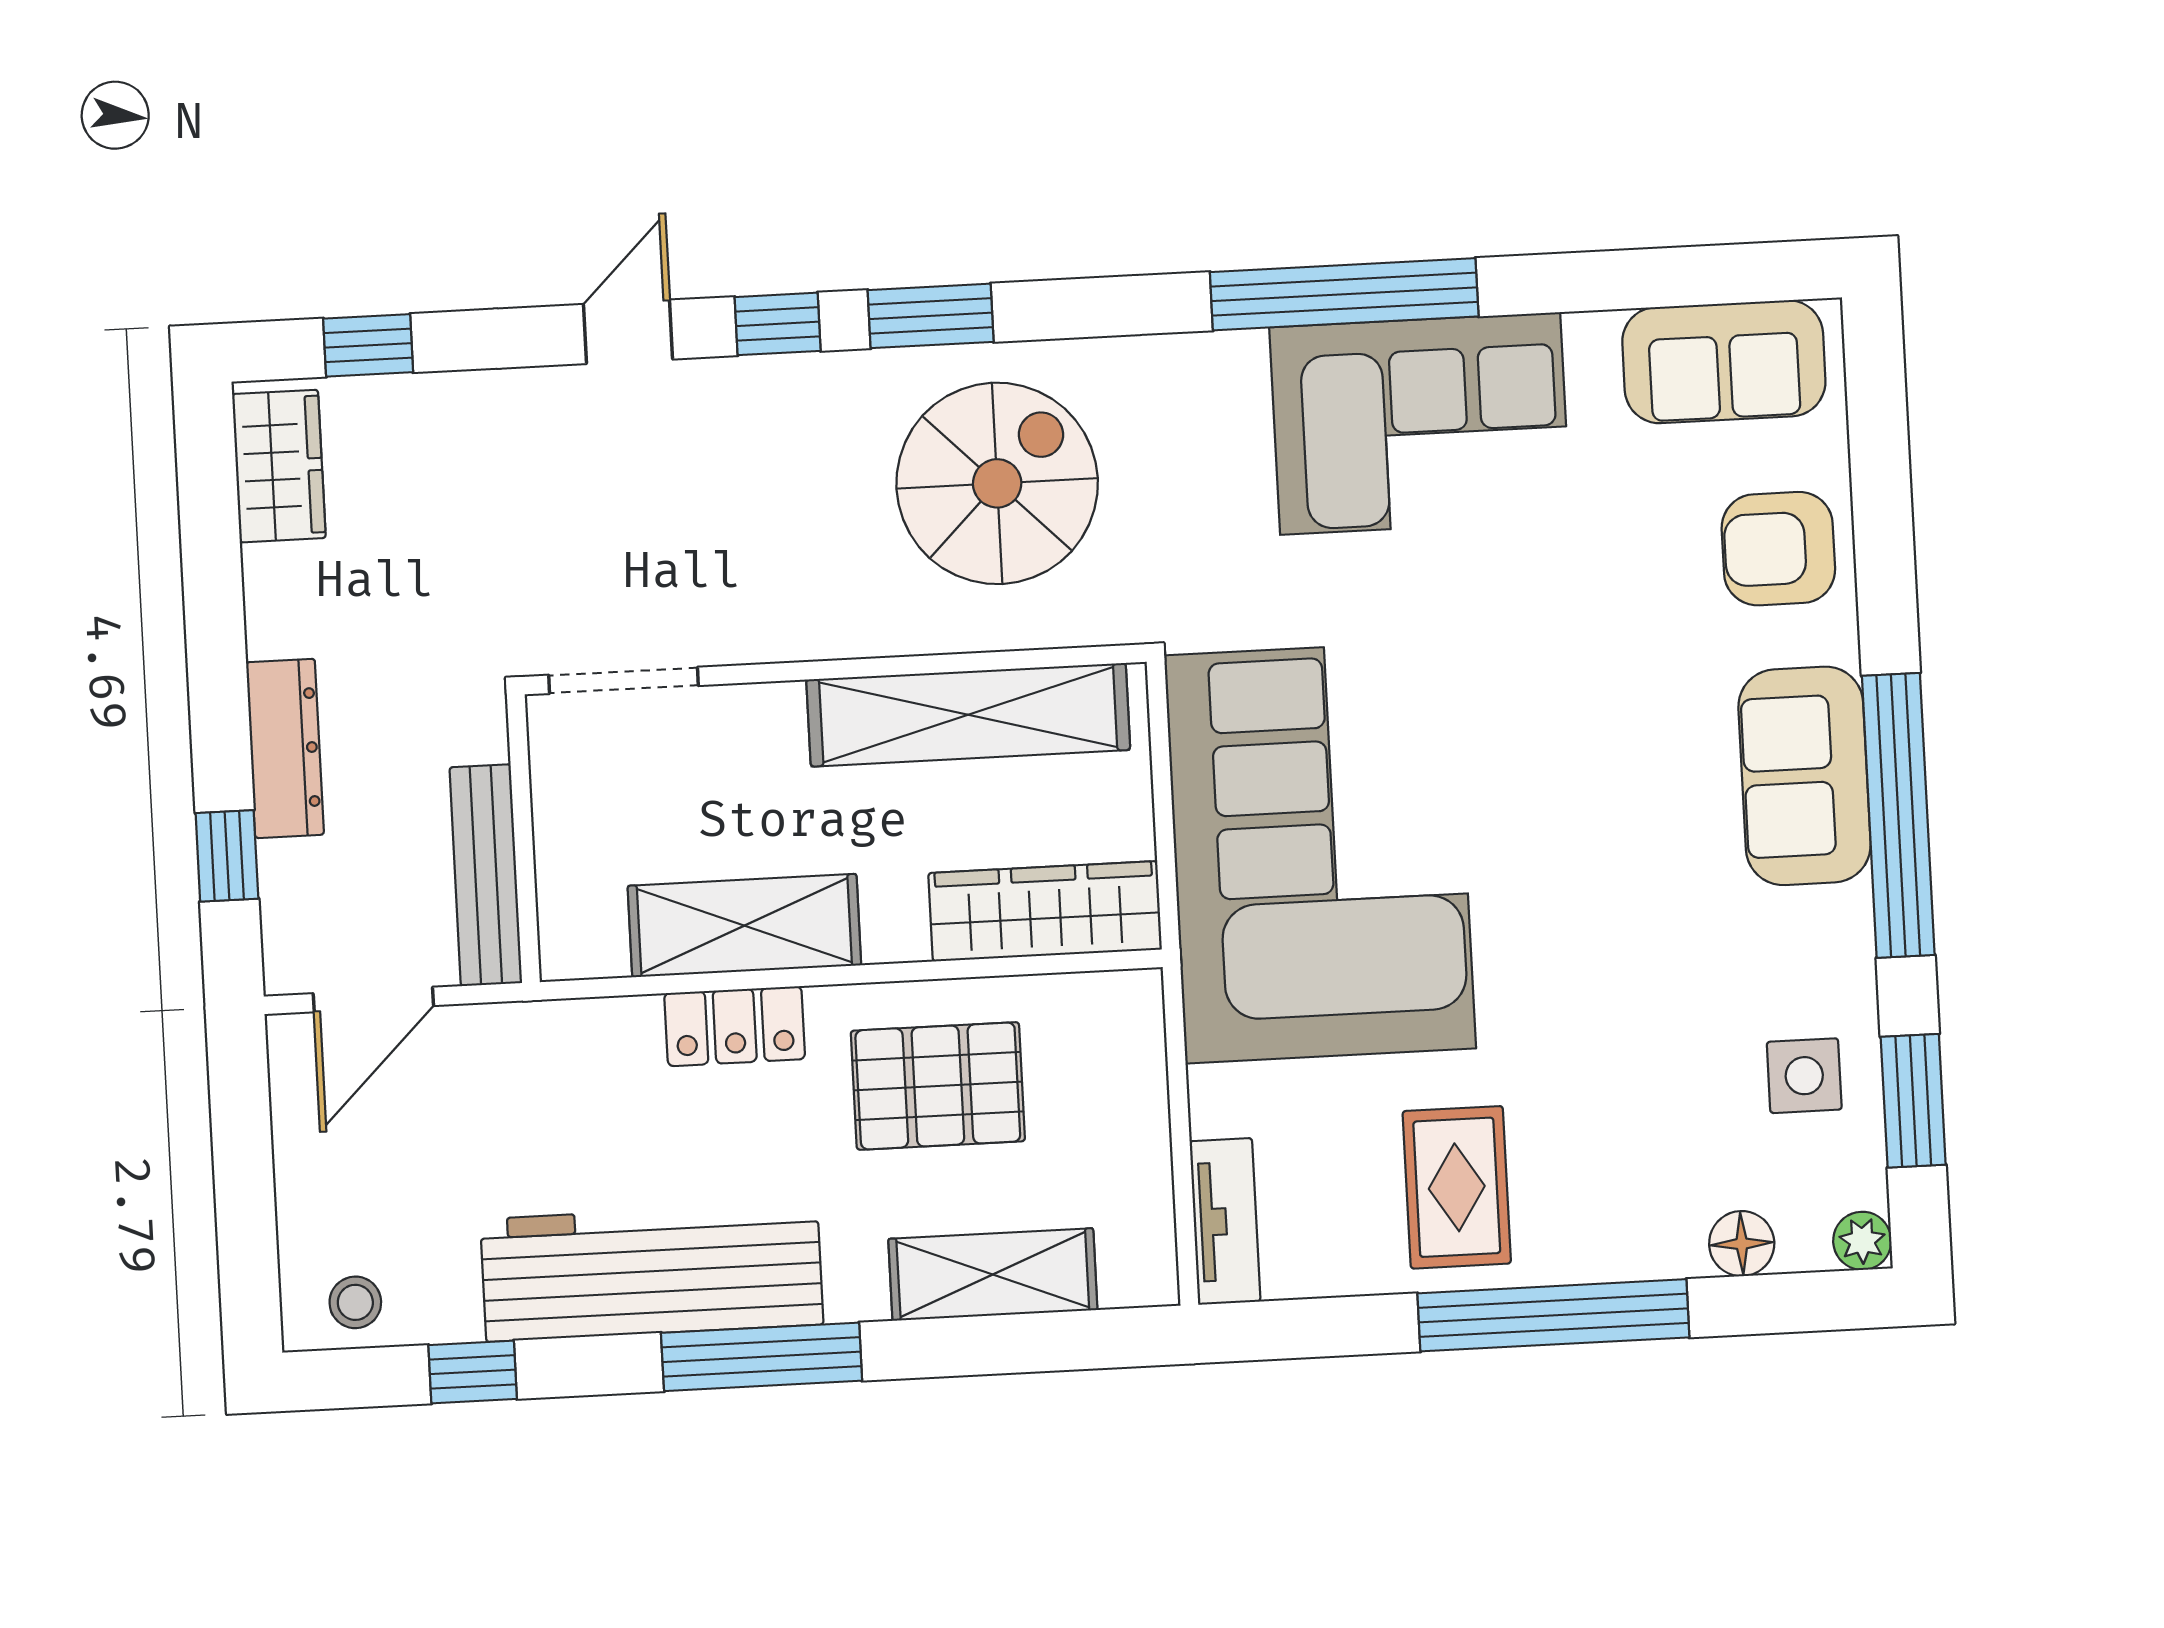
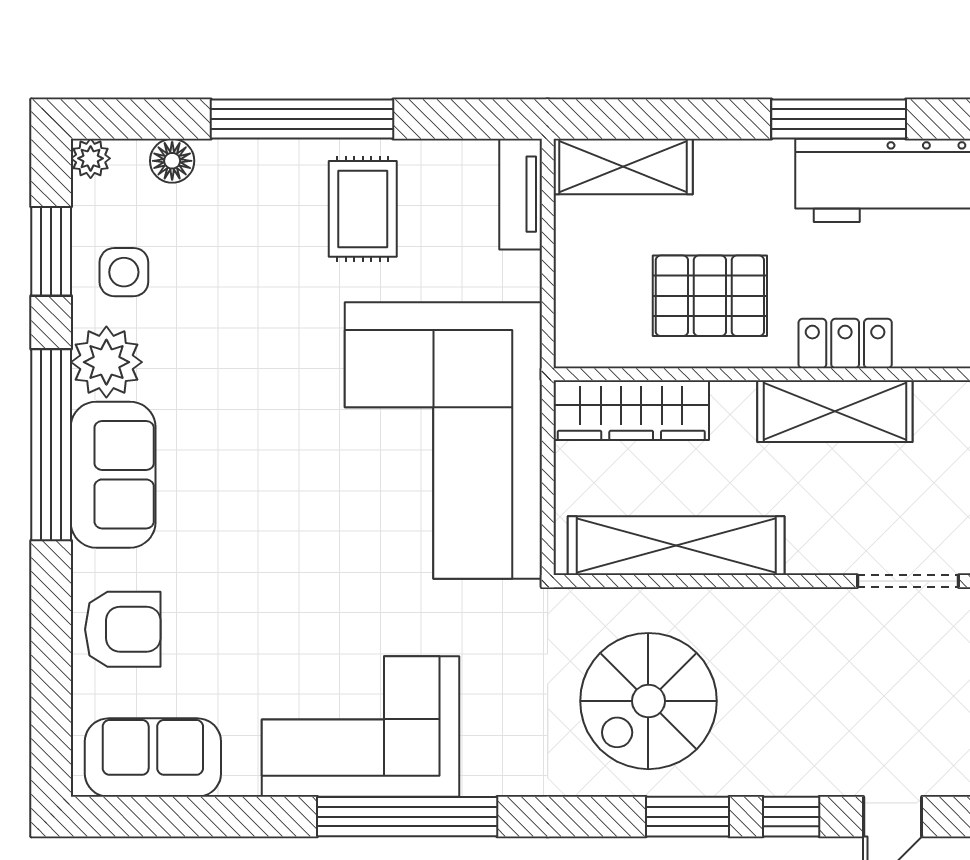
plant: (1823, 942) -> (106, 362), added
shelving: (993, 1274) -> (623, 167), moved

